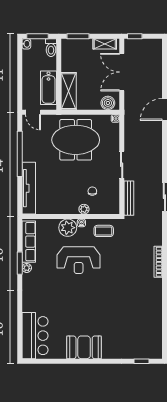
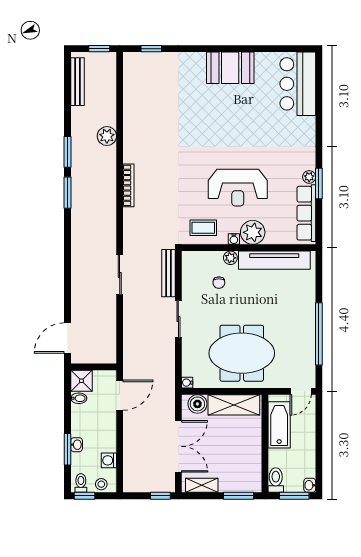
shelving: (69, 91) -> (234, 405), moved, turned 90
door: (33, 112) -> (301, 391), swing flipped
tv unit: (29, 188) -> (274, 260), moved, turned -90
reception desk: (79, 260) -> (238, 188), turned 180

